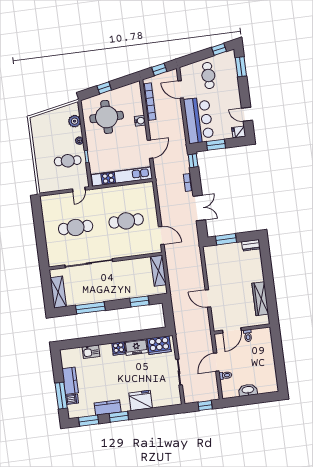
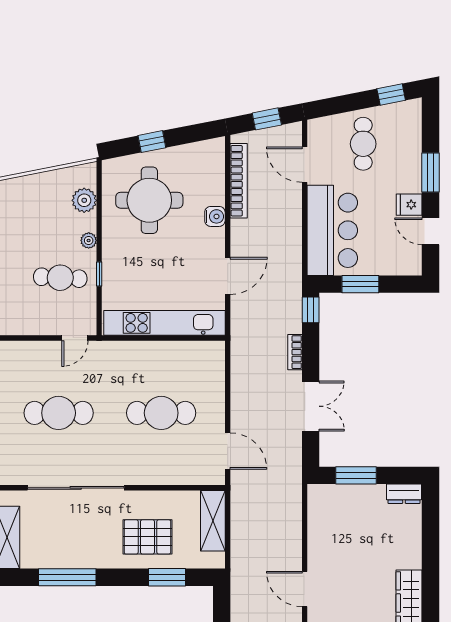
window: (241, 67) -> (430, 172), moved
fridge: (239, 132) -> (409, 205), moved
pallet: (127, 283) -> (147, 537), added

